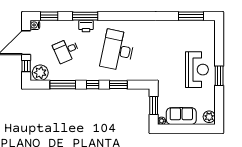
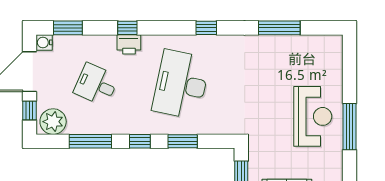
window: (85, 16) -> (127, 28), width x0.46
window: (133, 16) -> (206, 28), added
window: (191, 16) -> (279, 28), moved
desk: (66, 50) -> (96, 85), turned 48
window: (219, 76) -> (350, 127), width x1.44

